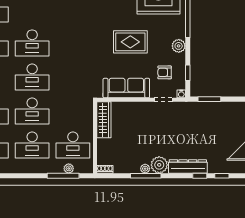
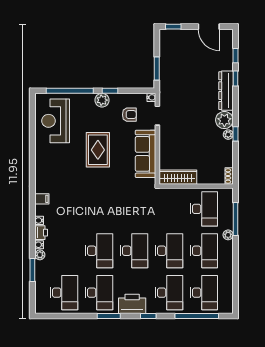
armchair: (165, 72) -> (129, 115), turned -90
window: (188, 73) -> (110, 91), moved
plant: (69, 168) -> (228, 235), moved
window: (146, 176) -> (236, 134), width x0.46

